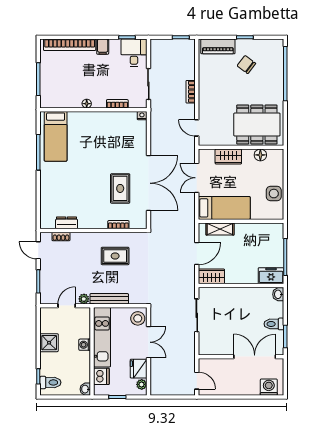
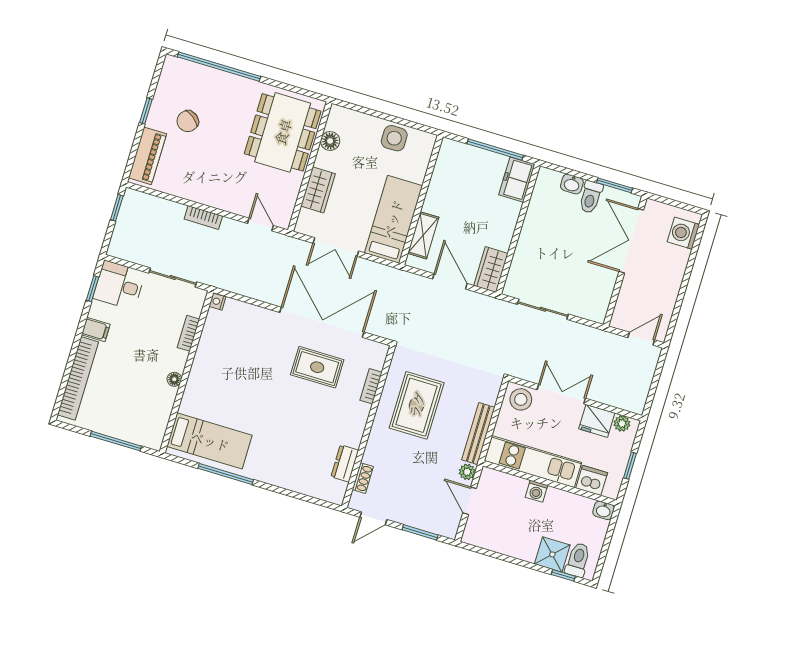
door: (197, 128) -> (260, 224), swing flipped
rug: (115, 256) -> (417, 405), width x1.36, depth x1.43
washbasin: (278, 294) -> (572, 184), moved
shower: (49, 343) -> (552, 554), moved

